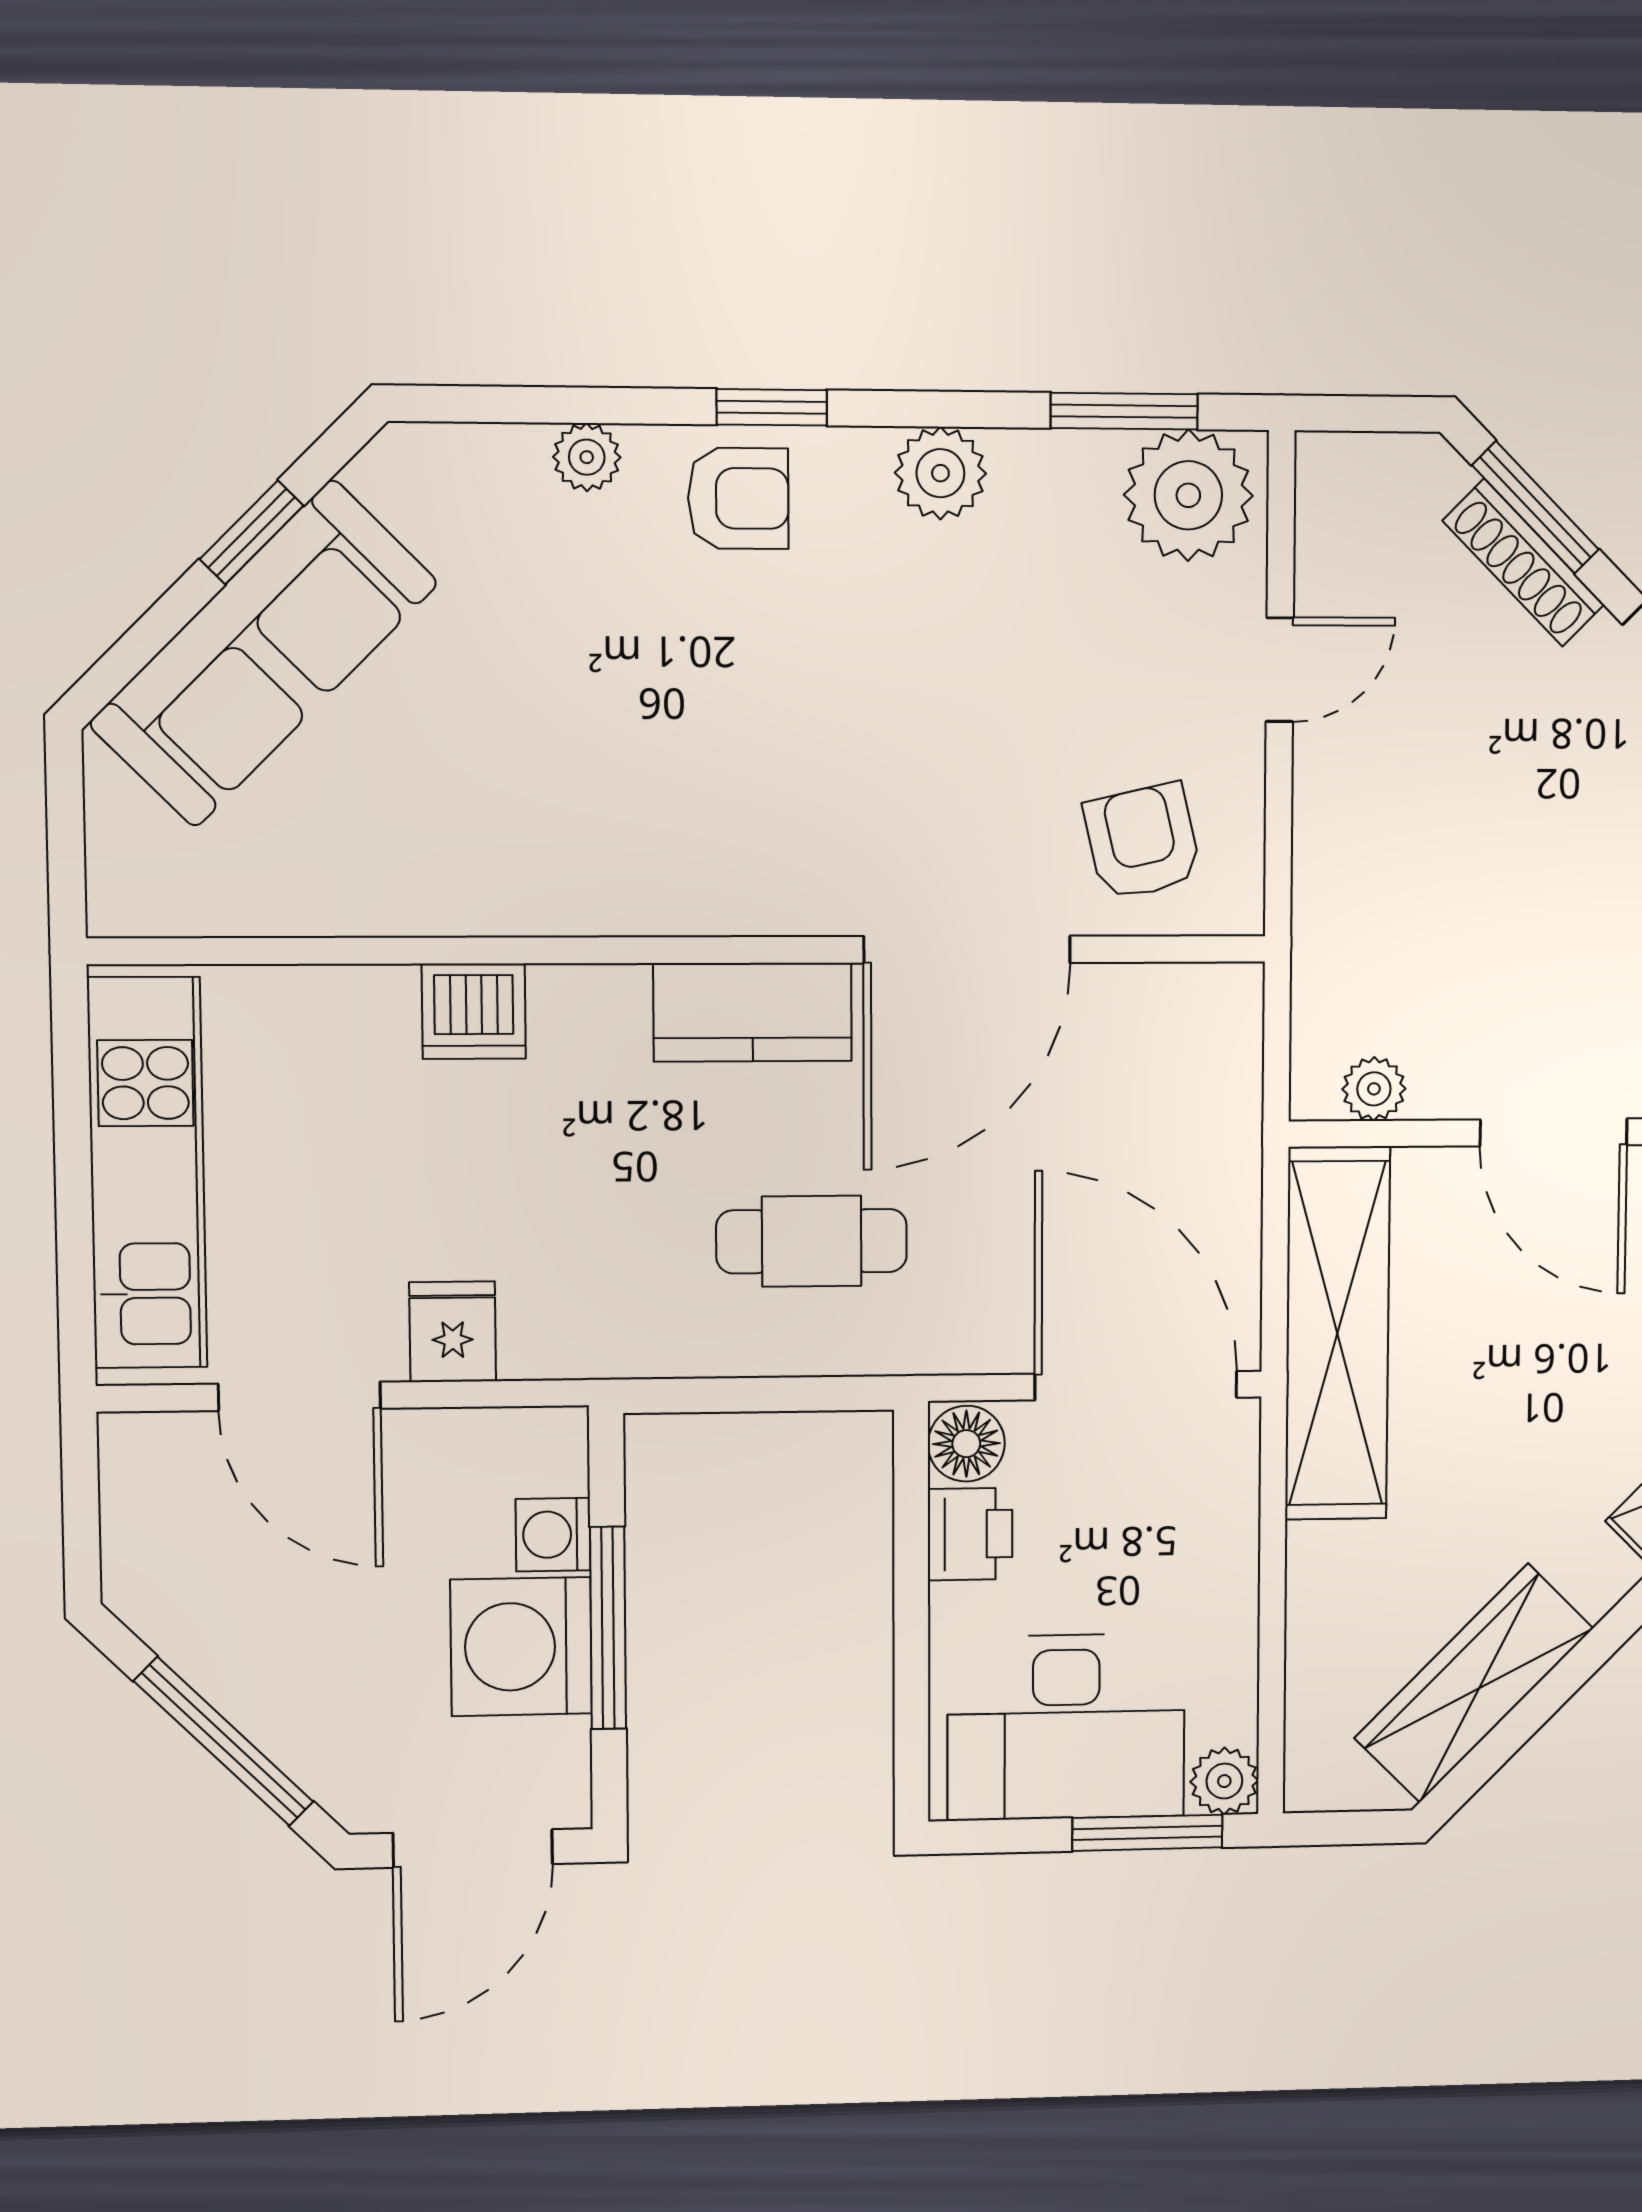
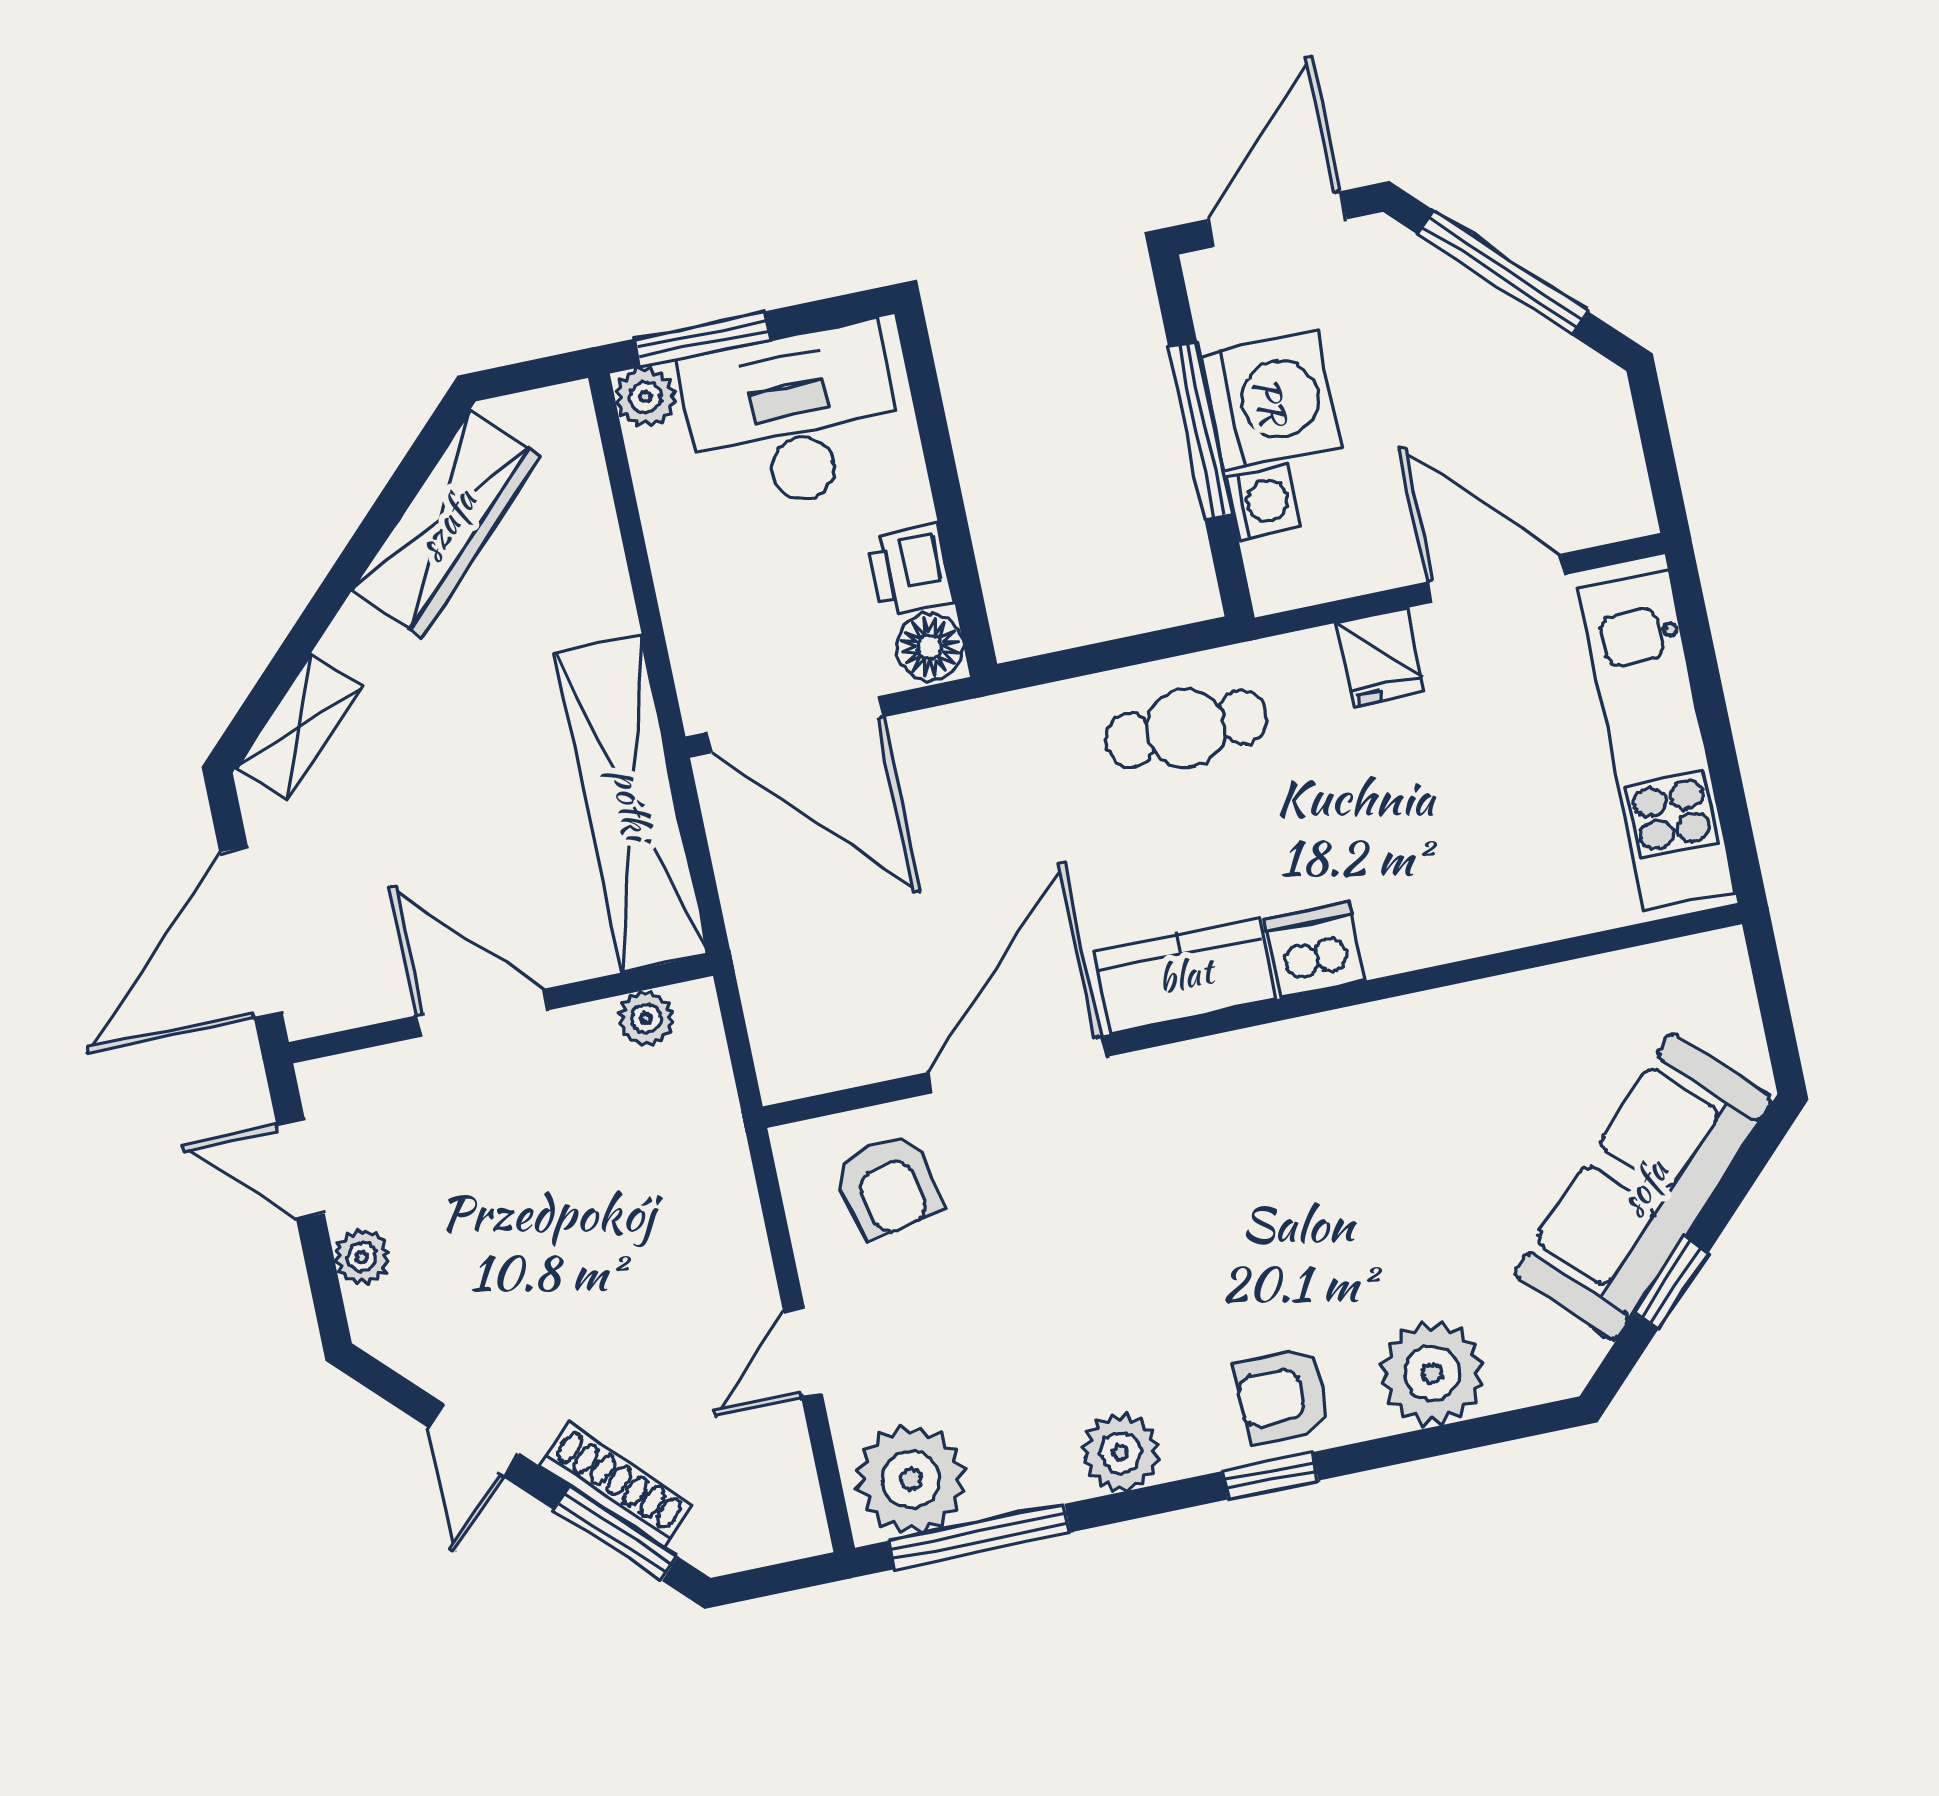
window: (1124, 411) -> (979, 1537), width x1.44
plant: (587, 457) -> (1432, 1373), width x1.87, depth x1.87
dishwasher: (474, 1011) -> (1315, 950), moved
cafe table: (812, 1241) -> (1186, 728), moved

